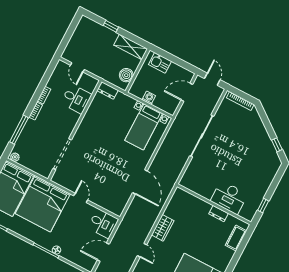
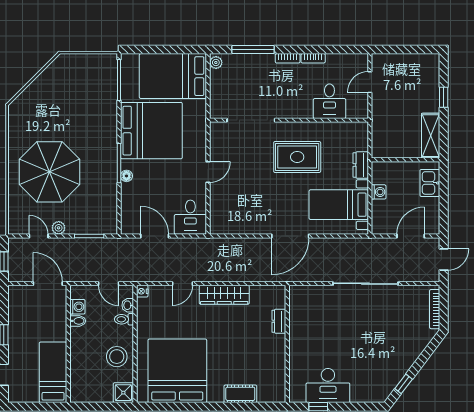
boiler: (126, 75) -> (392, 149), removed
dresser: (107, 90) -> (361, 165), moved
door: (187, 92) -> (411, 236), hinge flipped
rug: (100, 137) -> (297, 157), added
door: (140, 182) -> (290, 236), moved
desk: (229, 197) -> (328, 386), moved, turned -90
bed: (43, 204) -> (151, 131), moved, turned 180
dresser: (219, 214) -> (279, 321), moved
wardrobe: (163, 228) -> (224, 295), width x1.50
cot: (236, 238) -> (240, 394), moved

